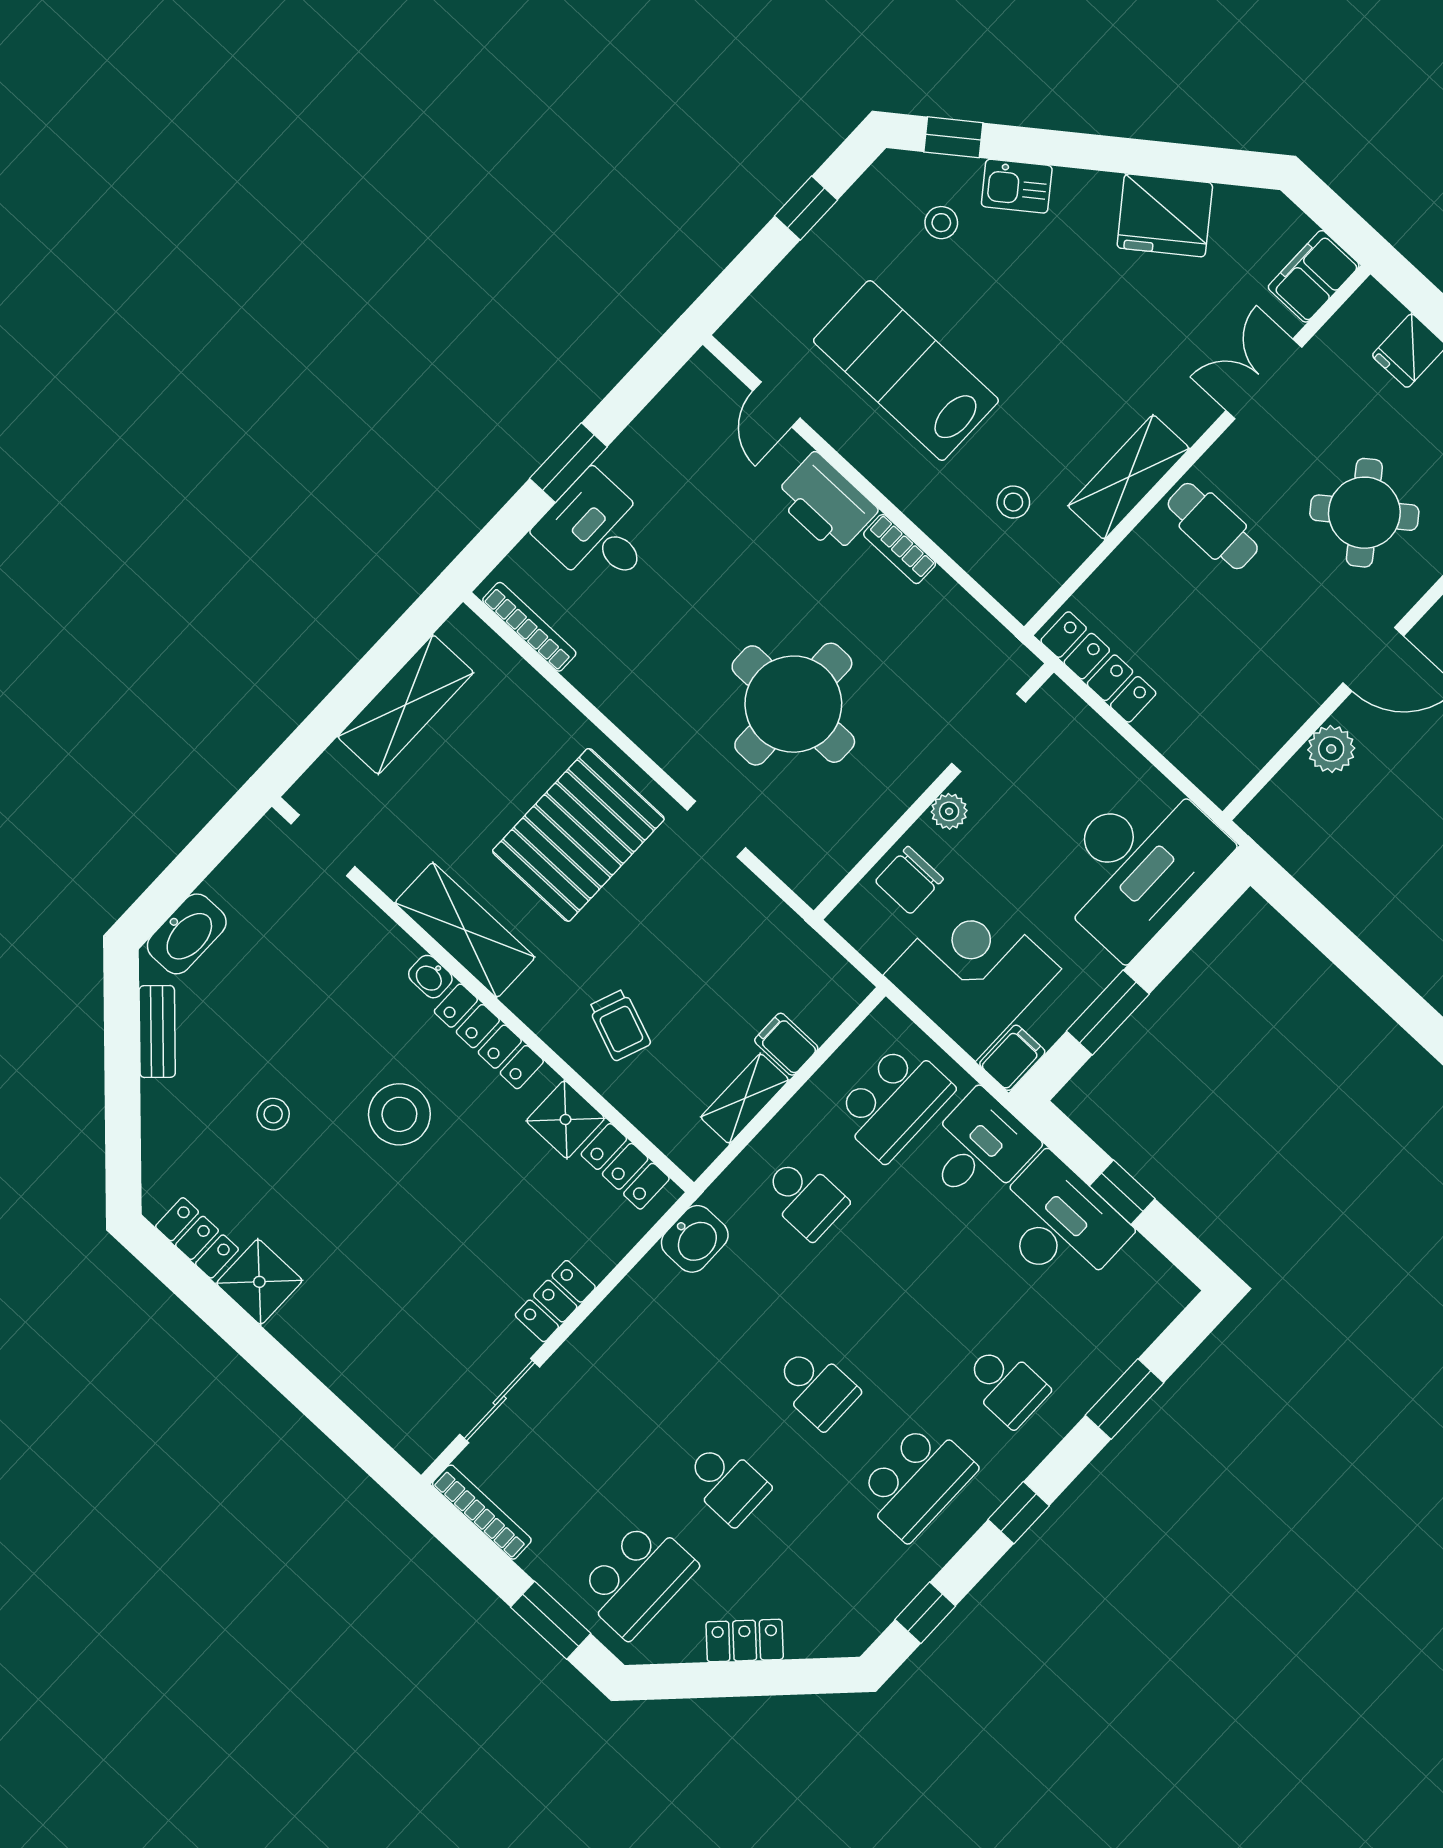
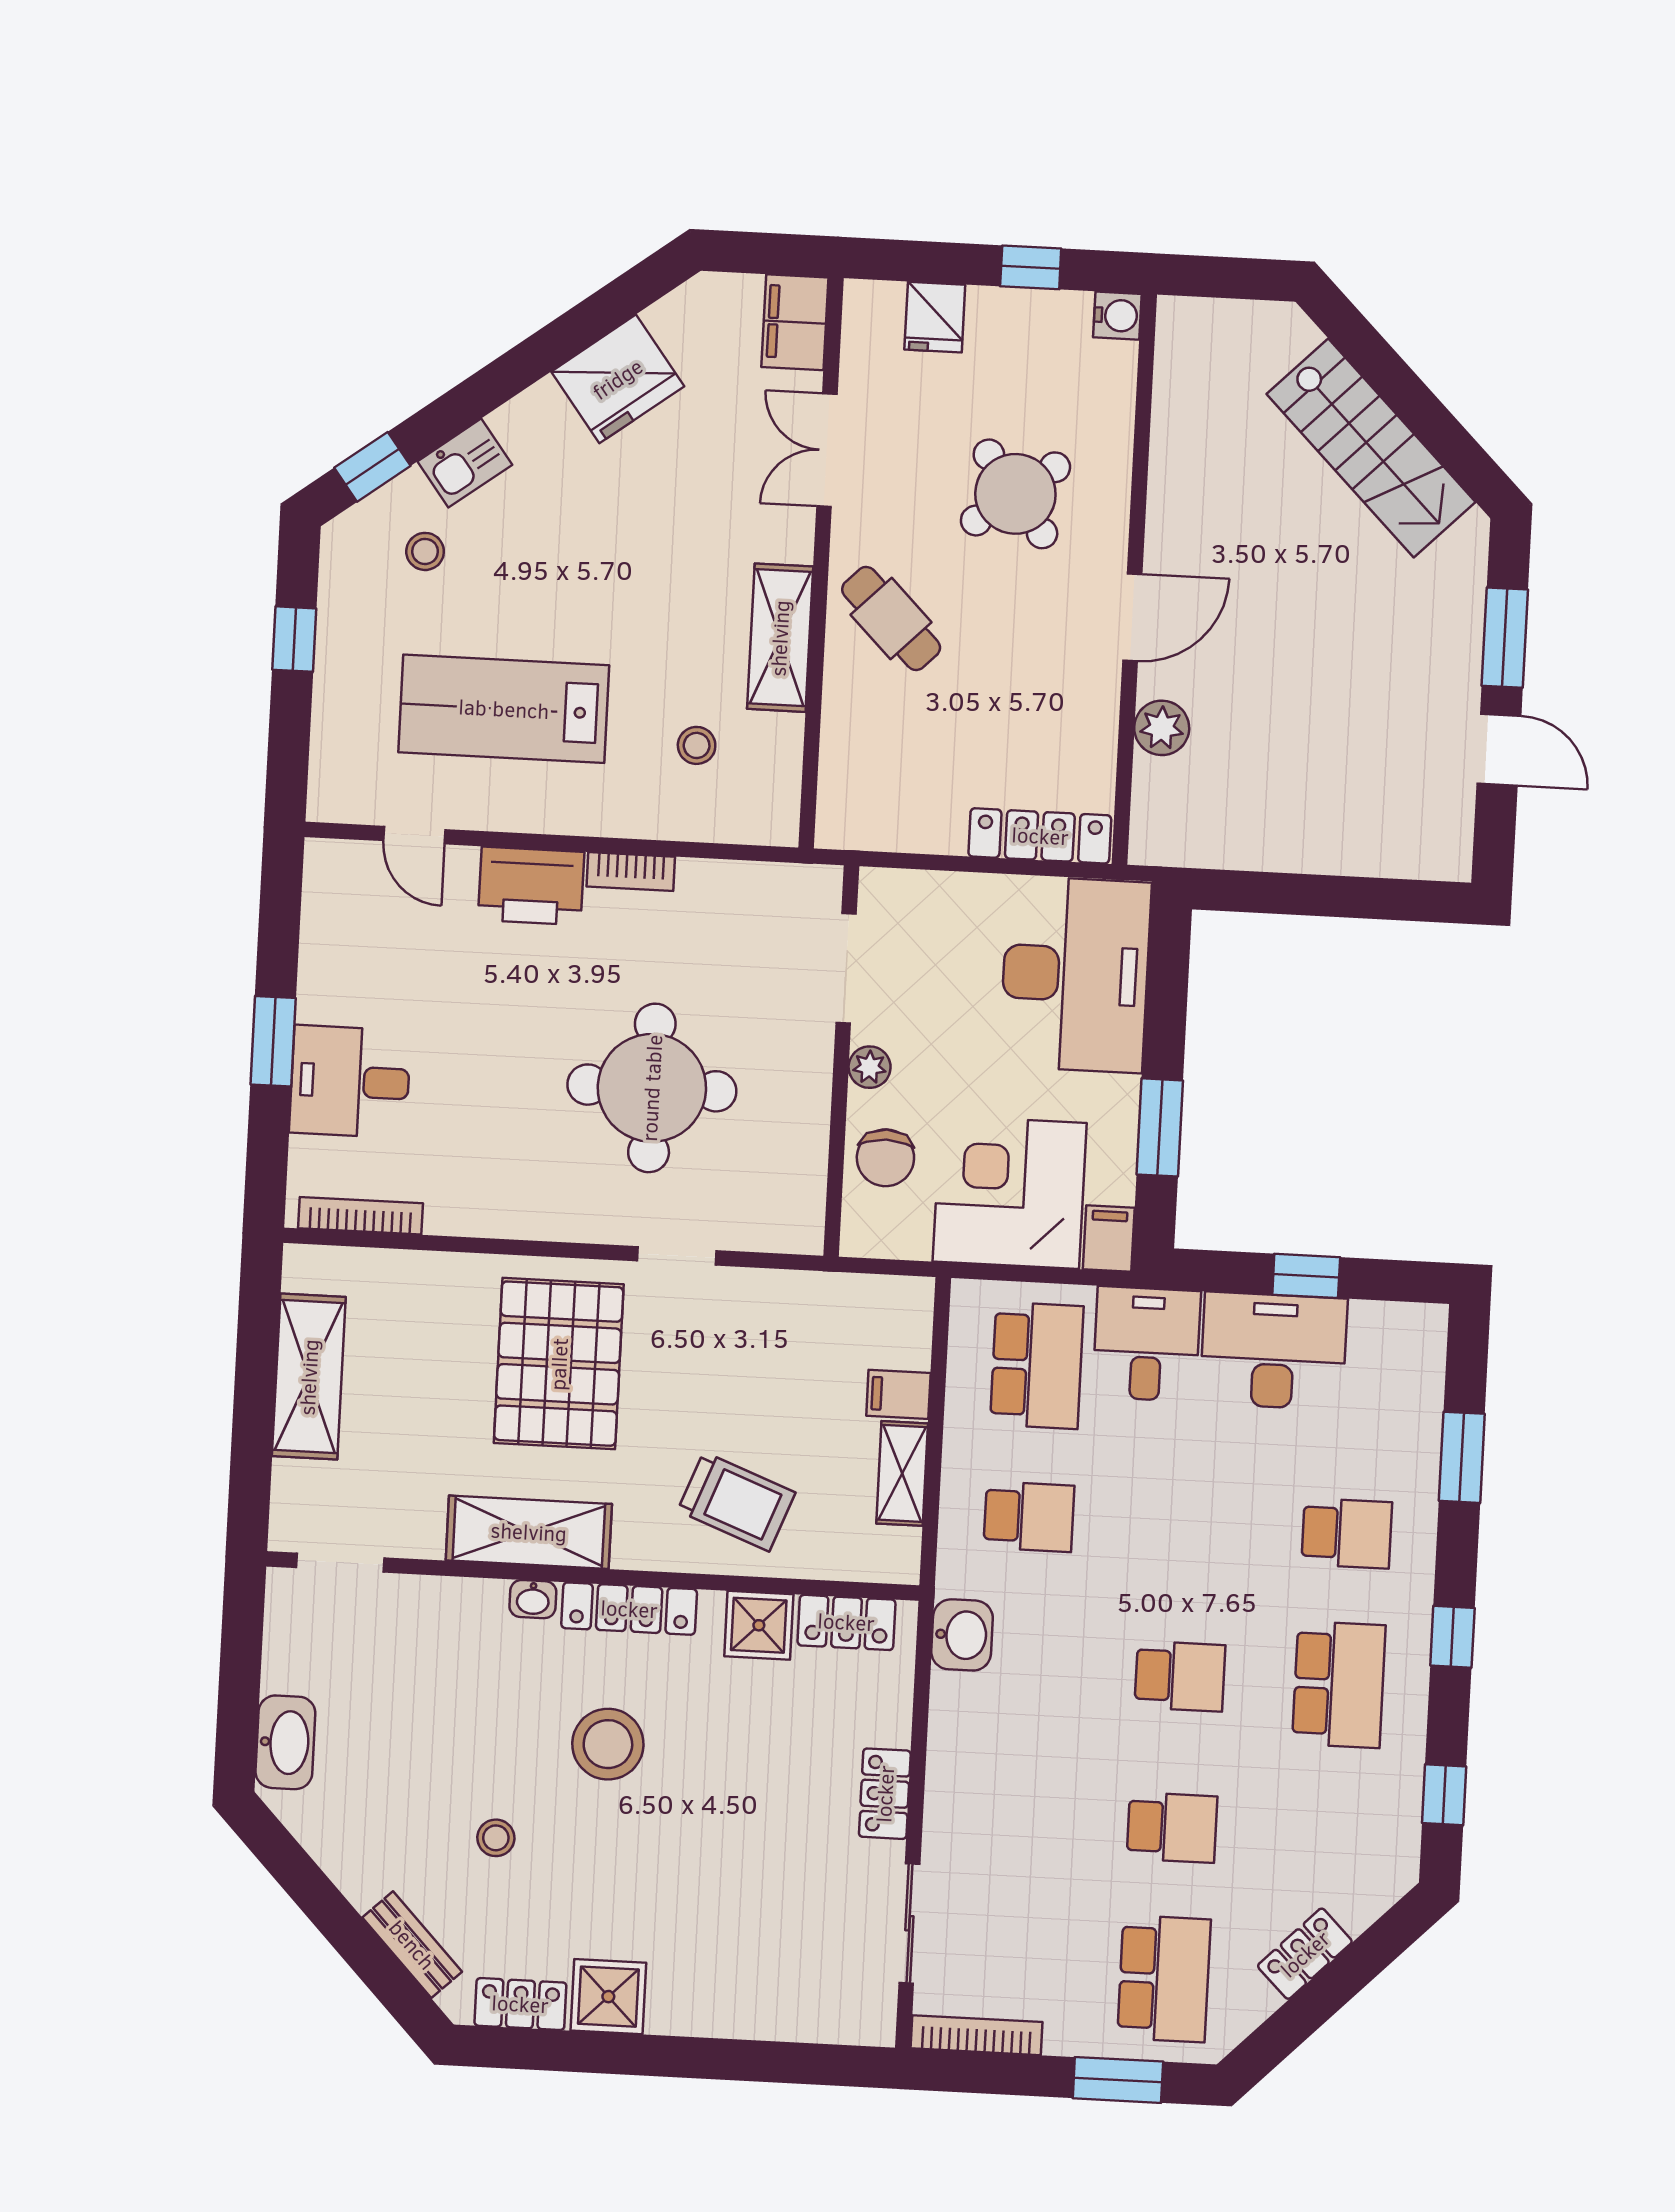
cafe table: (1213, 526) -> (891, 618), turned 45
locker: (1098, 667) -> (1040, 836), moved
trolley: (619, 1025) -> (736, 1502), width x1.36, depth x1.39
bench: (157, 1032) -> (412, 1945), moved

